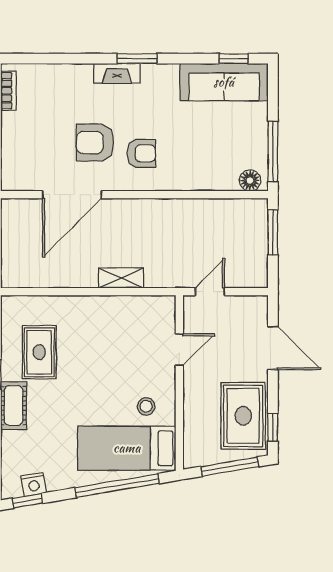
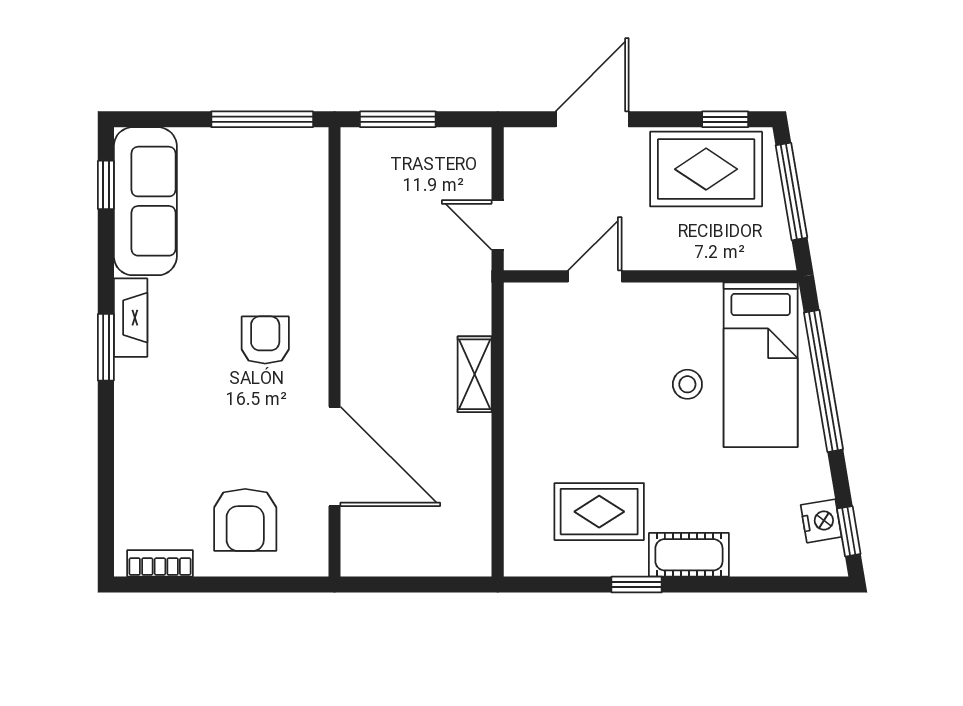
fireplace: (117, 73) -> (131, 318), moved
armchair: (95, 143) -> (245, 520), moved
floor lamp: (250, 180) -> (311, 158), removed
door: (179, 350) -> (595, 276), hinge flipped
stool: (146, 406) -> (687, 384), moved

